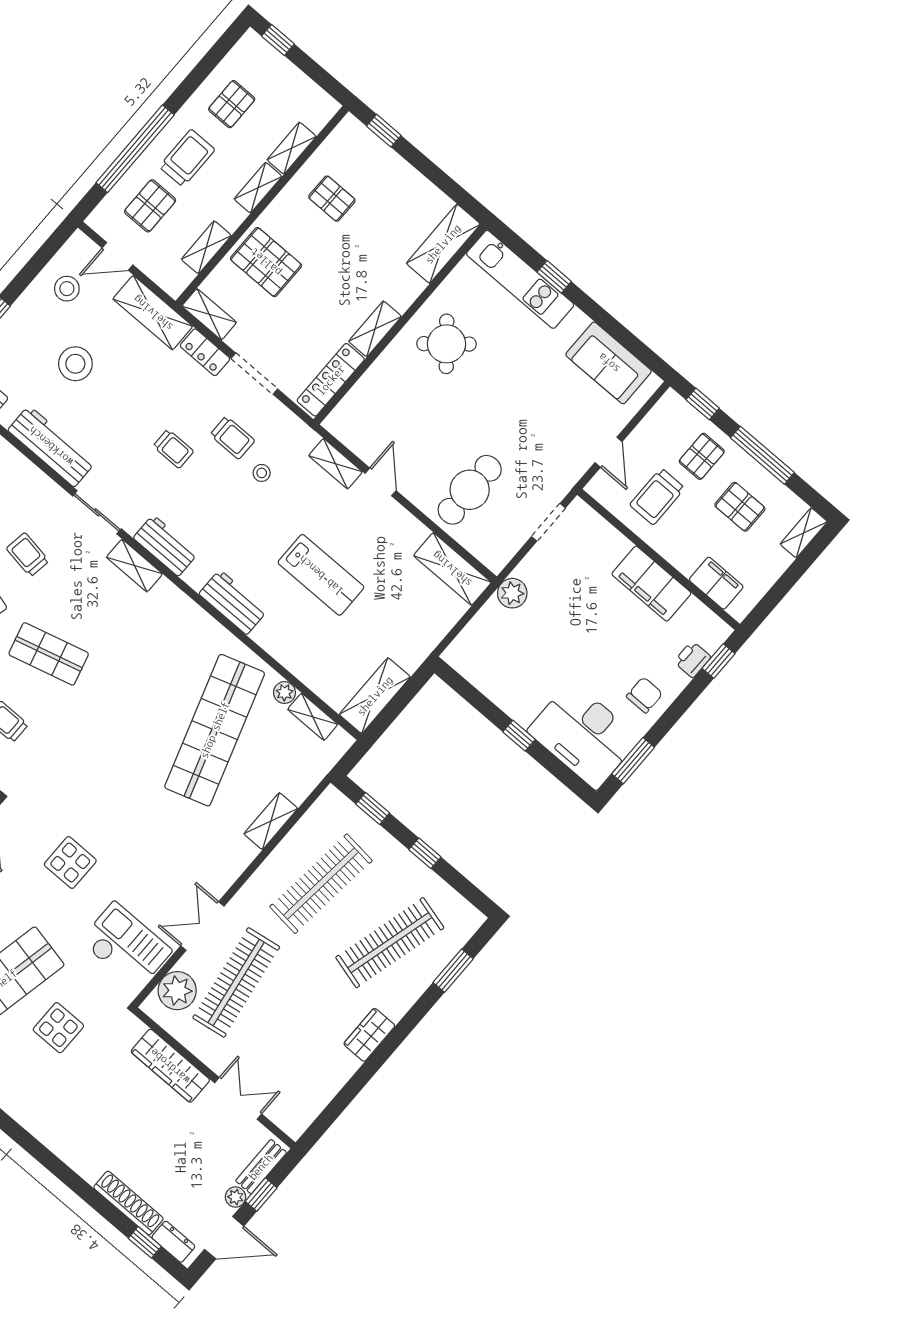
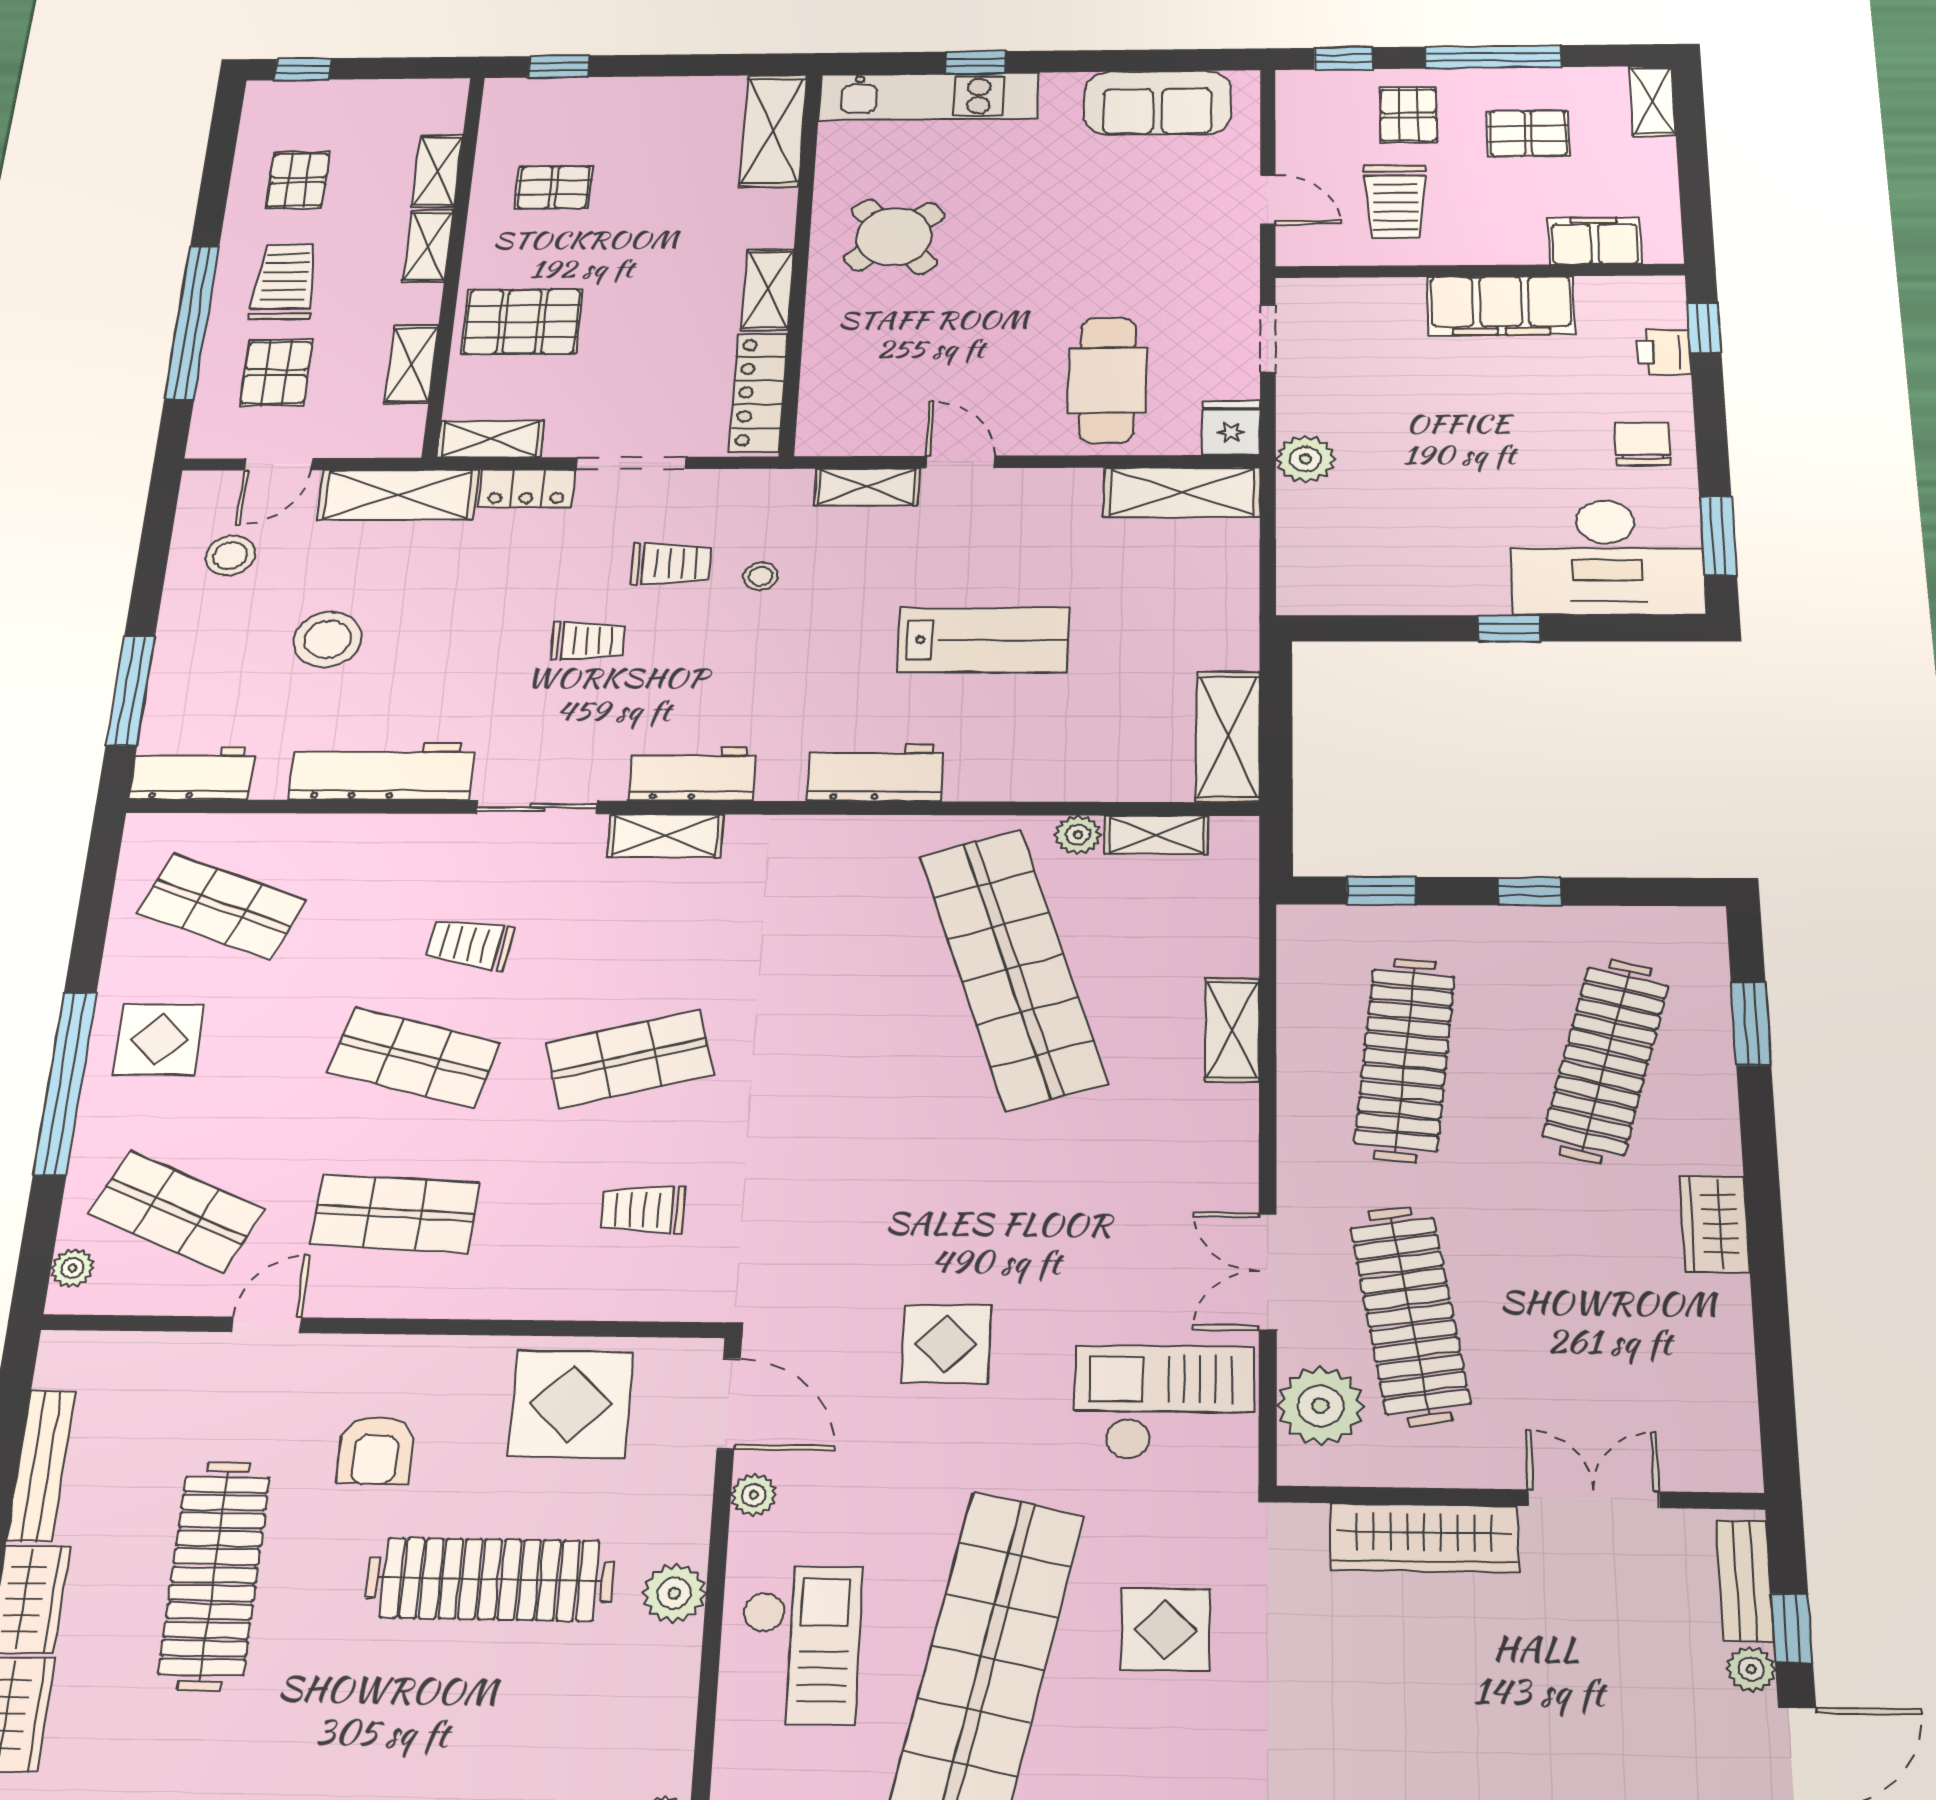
fridge: (497, 554) -> (1231, 428), added

